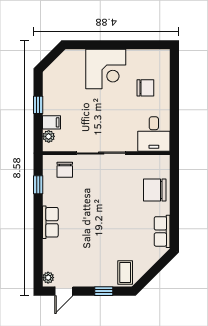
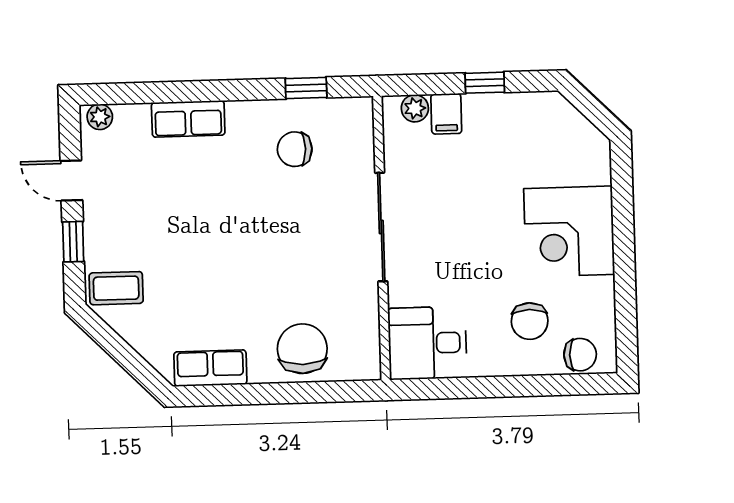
chair: (161, 66) -> (580, 355), added
chair: (65, 170) -> (295, 149), moved
row of seats: (50, 222) -> (188, 119), moved
door: (64, 291) -> (71, 180), moved

